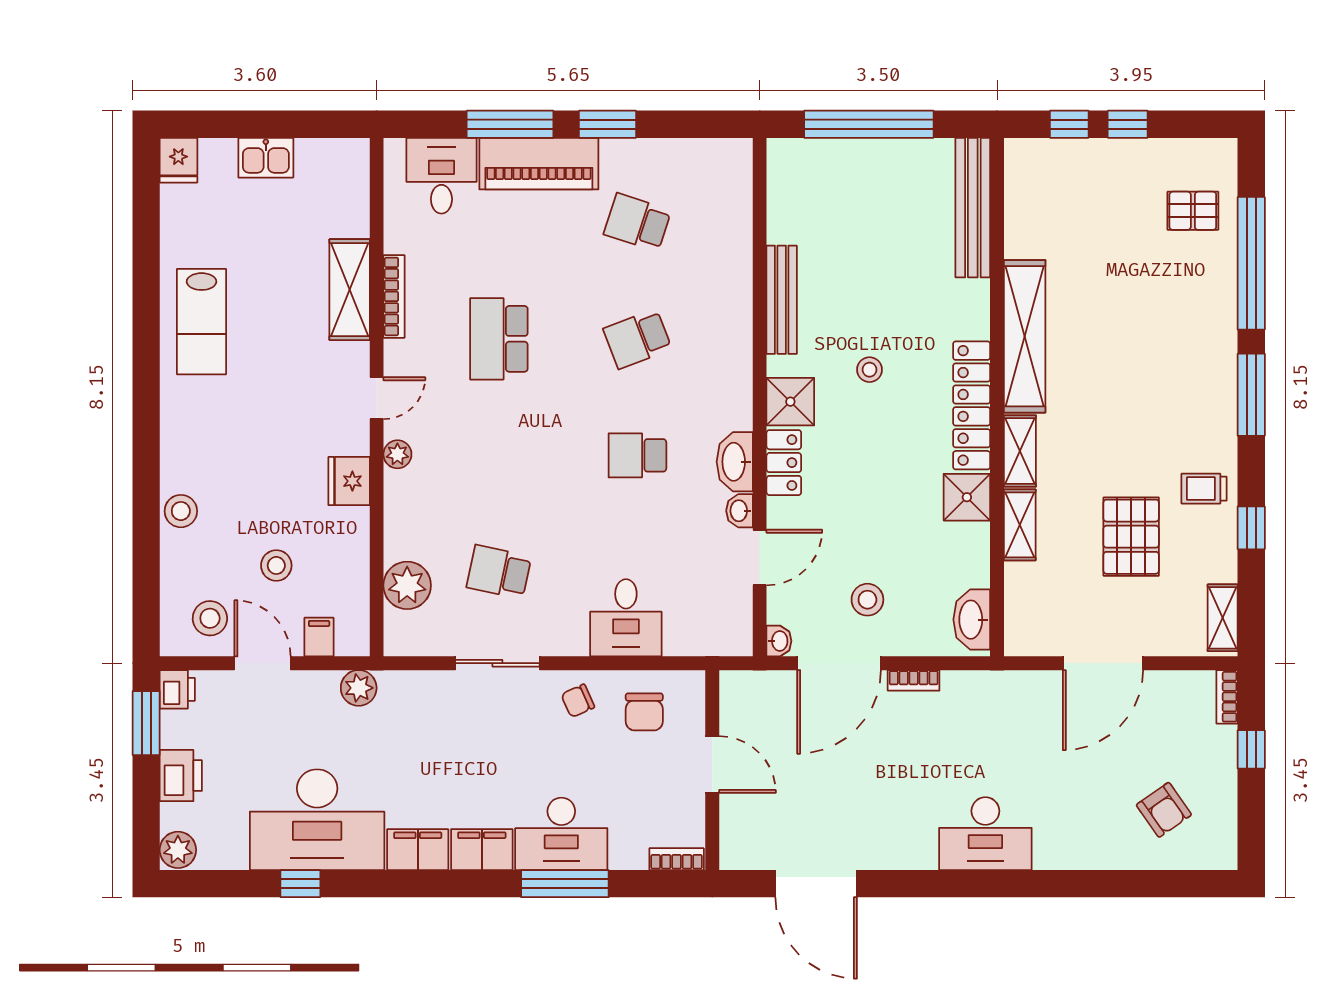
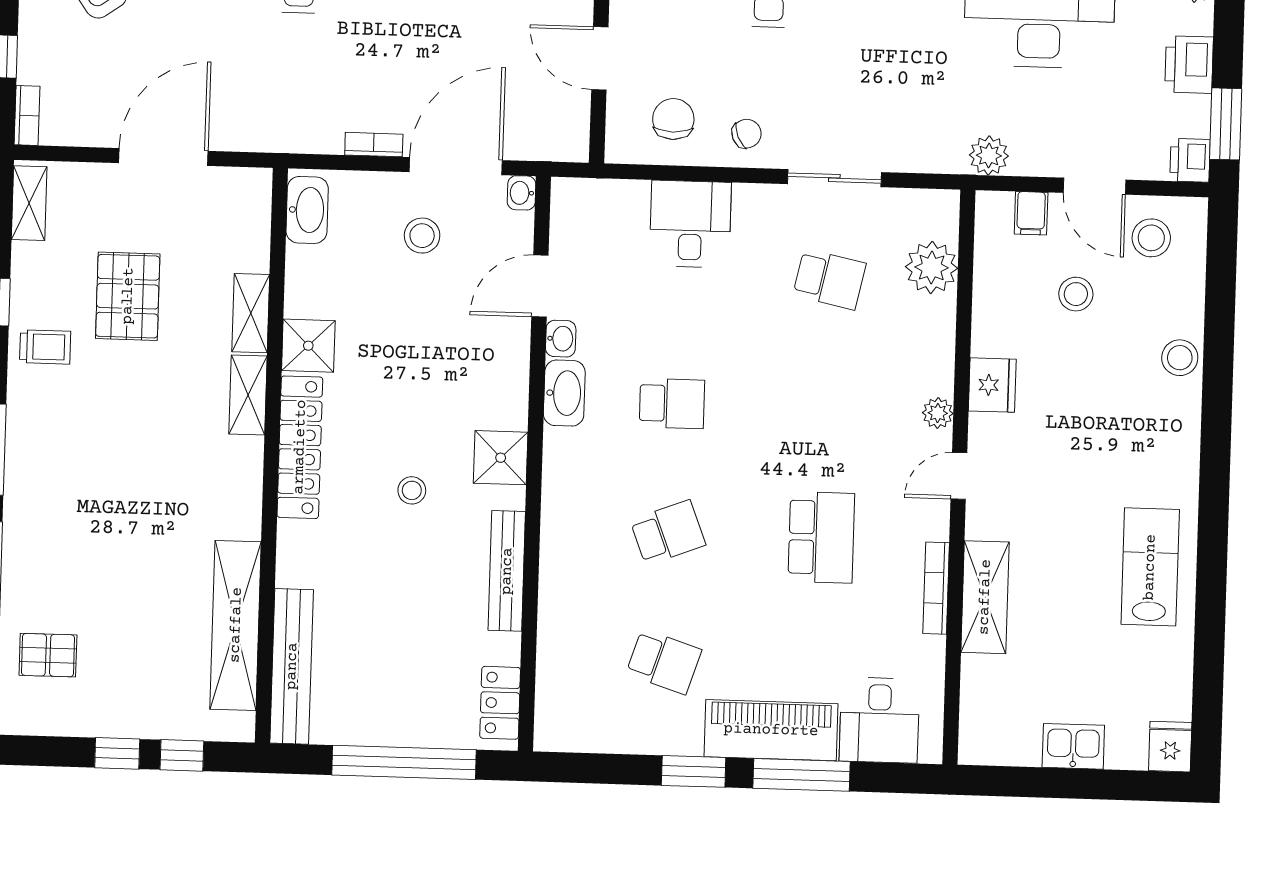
shelving: (1025, 336) -> (236, 625), moved
locker: (784, 463) -> (500, 703), moved

